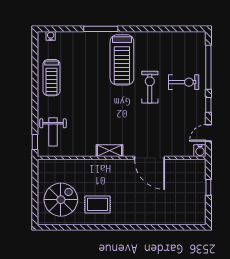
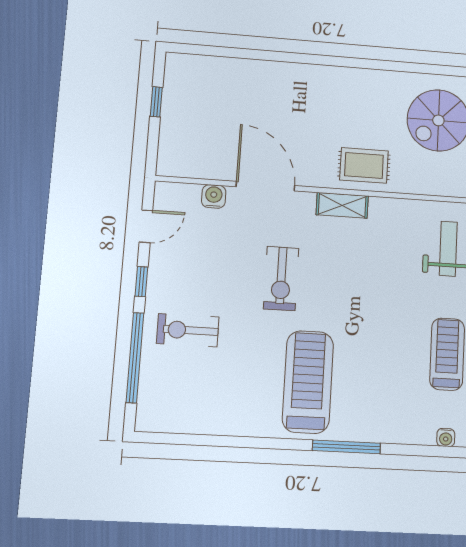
exercise bike: (150, 87) -> (281, 279), moved
water cooler: (200, 151) -> (214, 196), moved
window: (208, 187) -> (156, 102), moved
rug: (98, 204) -> (364, 165), moved

